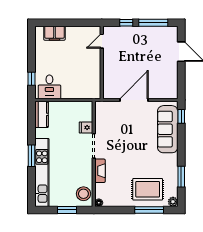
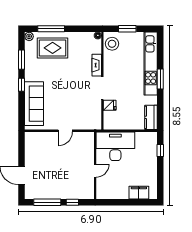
door: (102, 41) -> (95, 171), moved
desk: (49, 87) -> (115, 146), moved, width x1.87, depth x1.30
door: (134, 100) -> (65, 131), width x0.53
window: (181, 116) -> (21, 85), moved

